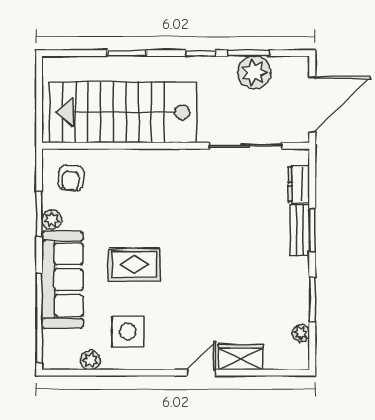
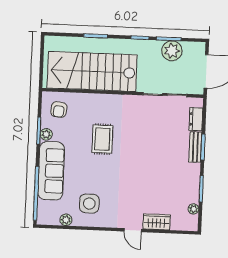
rug: (134, 265) -> (102, 139), moved, turned 90
door: (201, 373) -> (133, 230), swing flipped

